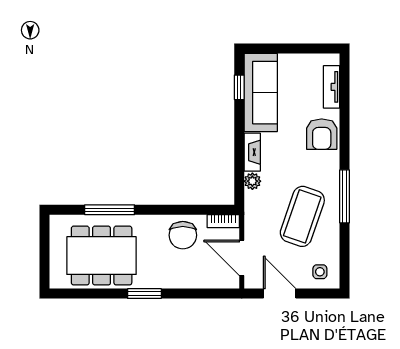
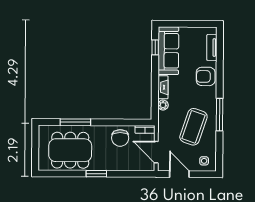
armchair: (322, 134) -> (206, 76), turned 90

